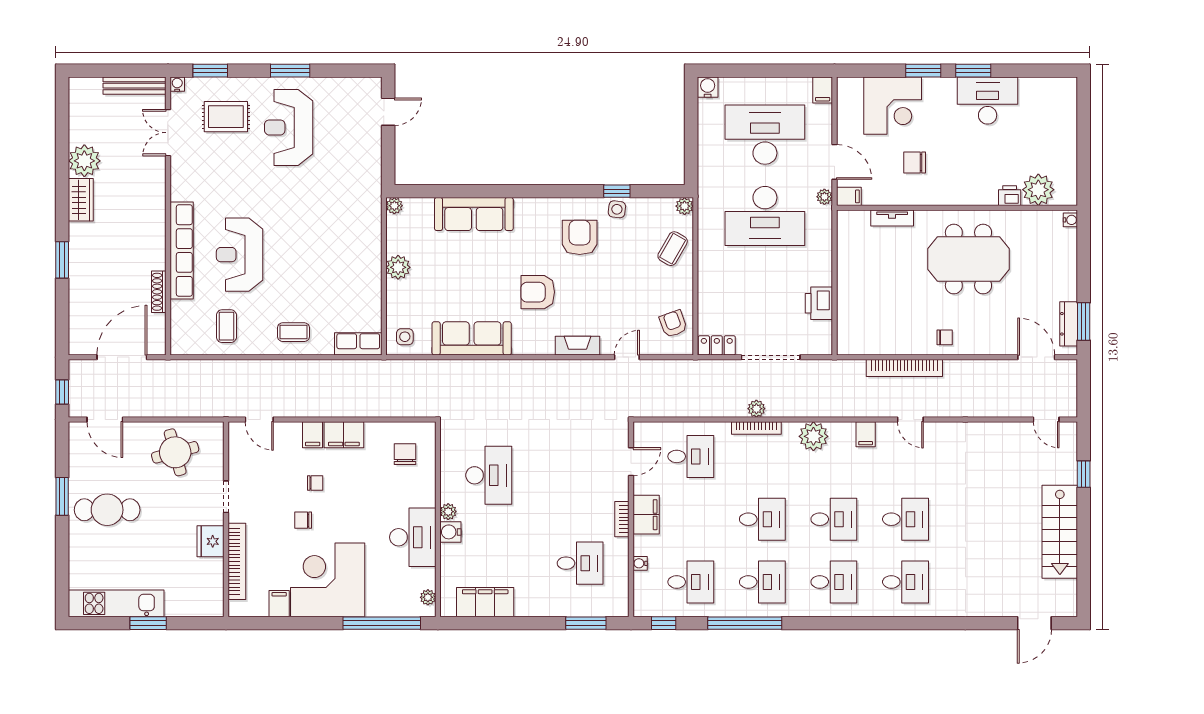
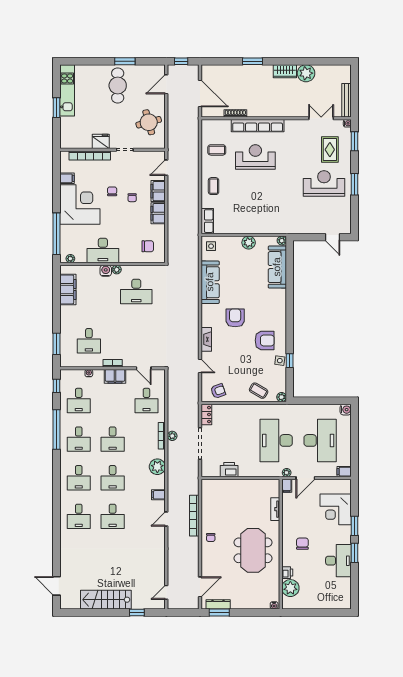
chair: (915, 162) -> (302, 544), moved
sofa: (474, 214) -> (277, 267), moved
filing cabinet: (313, 435) -> (158, 191), width x2.00

